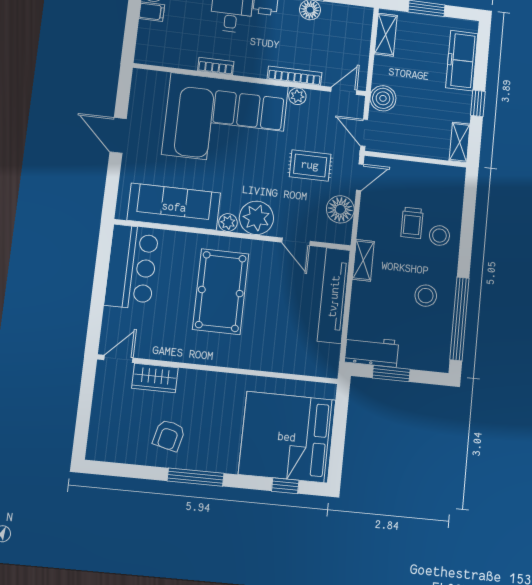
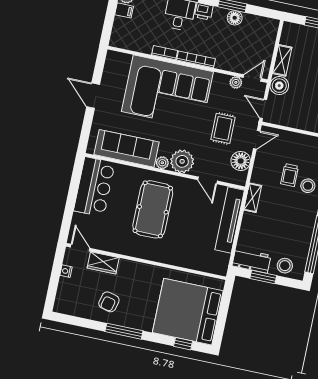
shelving: (386, 35) -> (282, 60), moved
bookcase: (295, 76) -> (196, 59), moved
plant: (297, 96) -> (236, 82), moved
rug: (310, 165) -> (223, 128), turned 90
stool: (426, 296) -> (285, 266), moved
door: (118, 359) -> (80, 248), hinge flipped
nightstand: (100, 396) -> (66, 271), added

